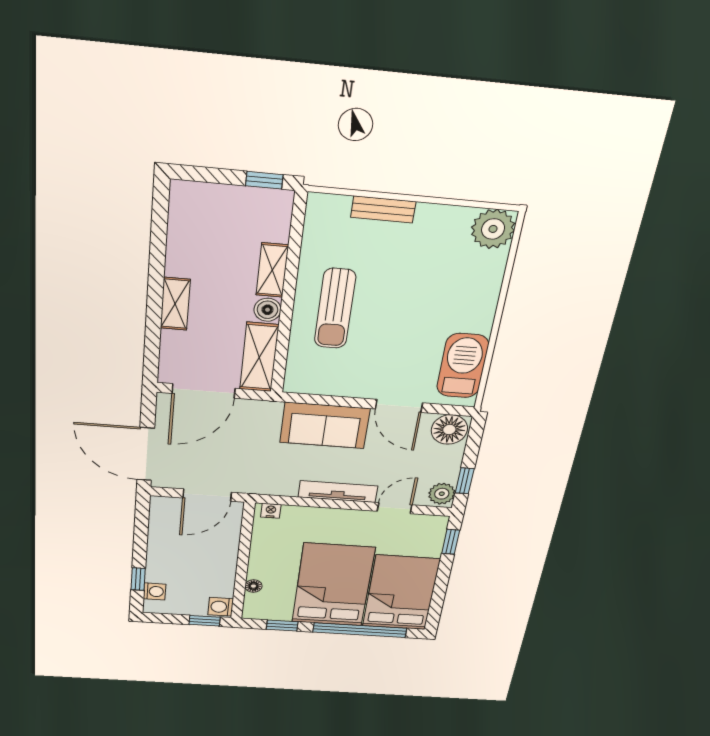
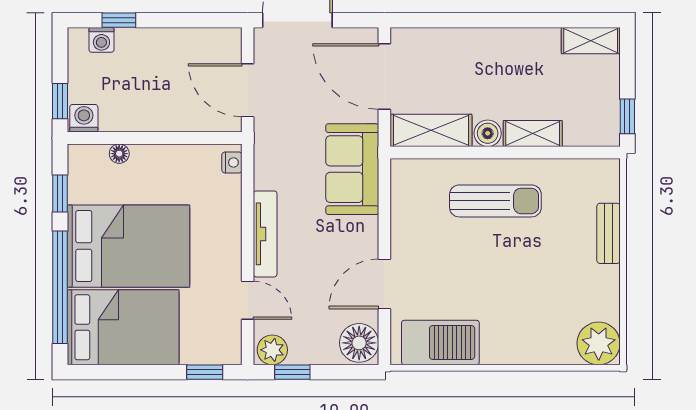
shelving: (175, 304) -> (591, 41), moved
sun lounger: (335, 309) -> (495, 201), turned 180
sofa: (325, 425) -> (352, 169), moved

